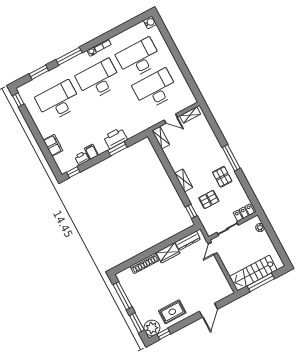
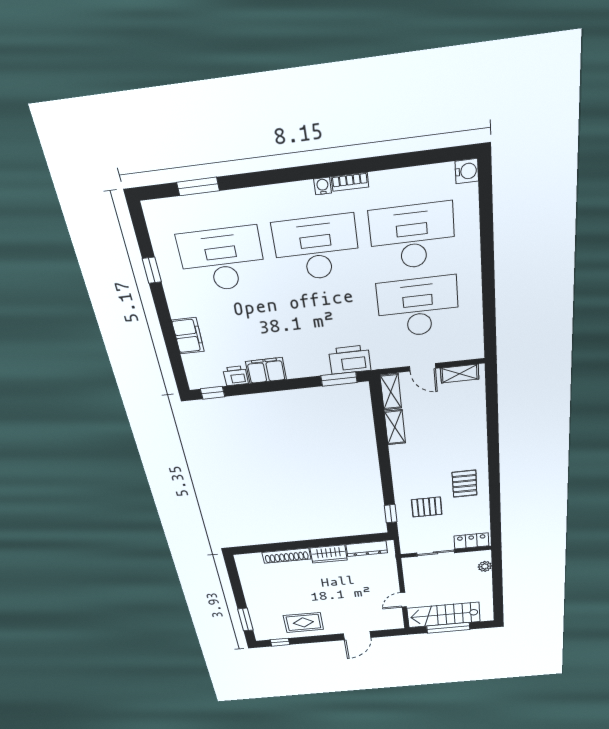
window: (69, 56) -> (272, 177), removed
window: (18, 100) -> (152, 270), moved
printer: (115, 138) -> (350, 360), moved
window: (117, 149) -> (339, 379), moved
filing cabinet: (91, 152) -> (266, 370), width x2.00
window: (231, 158) -> (494, 462), removed
shelving: (184, 180) -> (395, 427), moved
door: (213, 248) -> (403, 600), moved
window: (122, 296) -> (236, 584), removed
plant: (152, 328) -> (266, 631), removed

